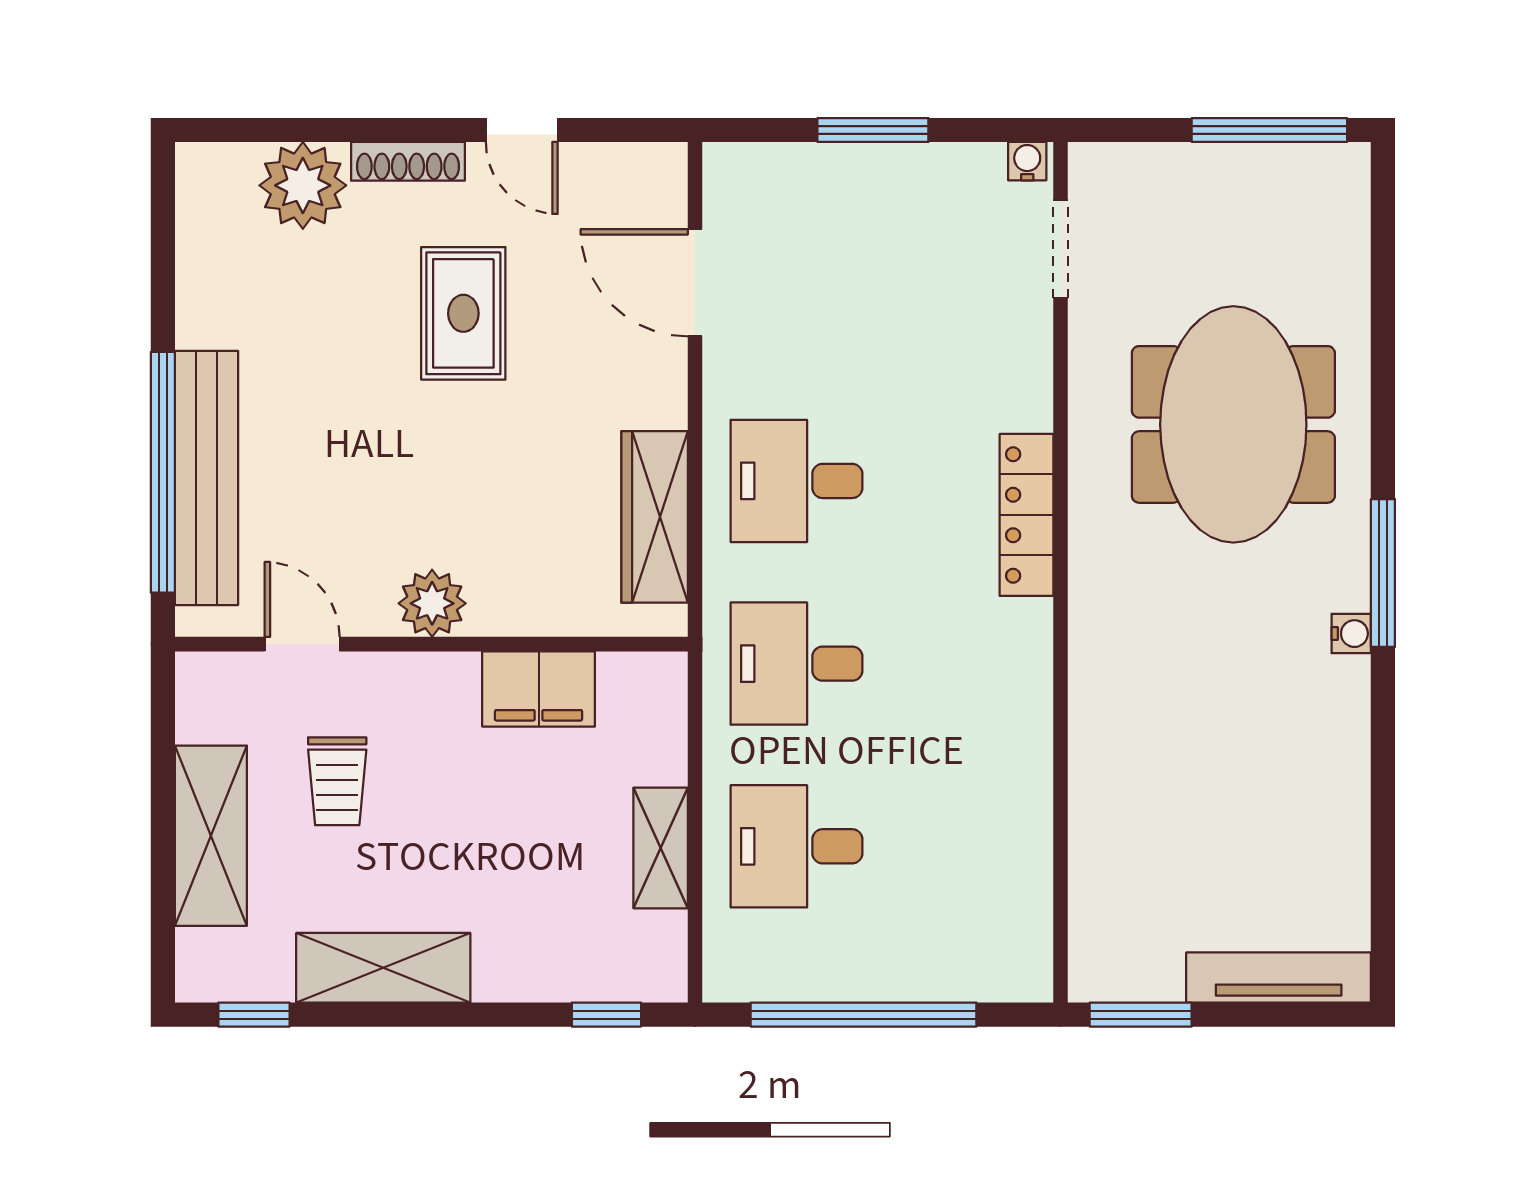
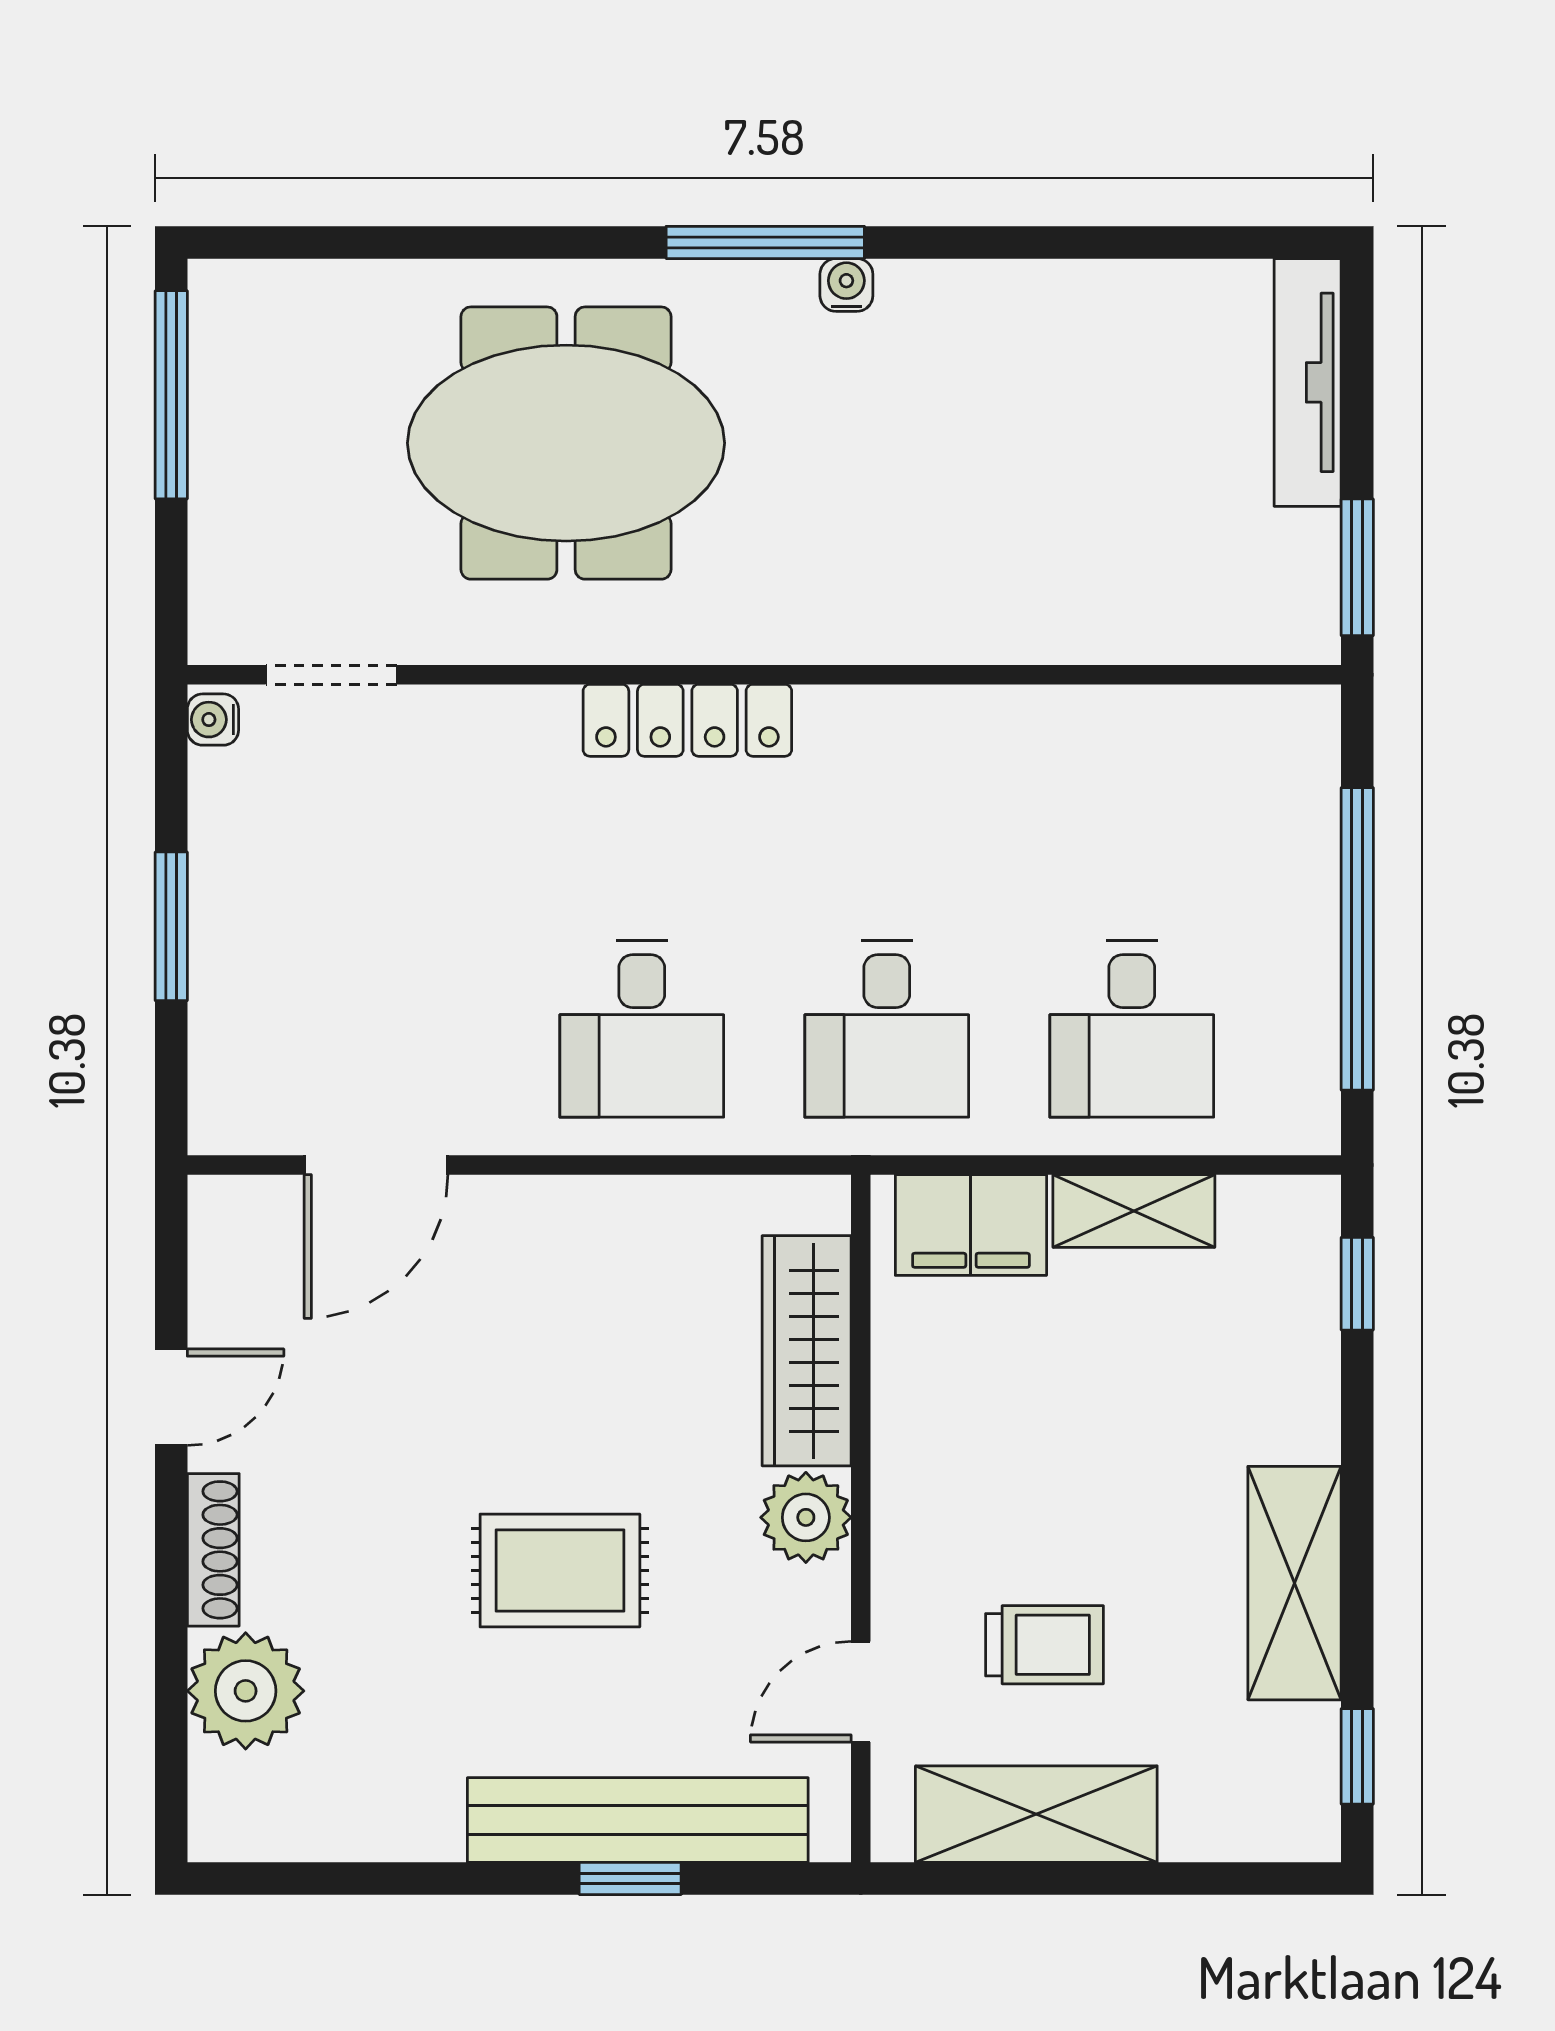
rug: (463, 313) -> (560, 1571), moved
window: (163, 472) -> (630, 1879), width x0.32
wardrobe: (655, 517) -> (807, 1351), moved, turned 90
filing cabinet: (539, 689) -> (971, 1225), moved, turned 90
shelving: (211, 836) -> (1036, 1814), moved

